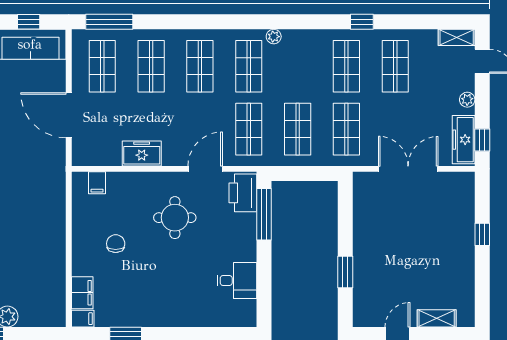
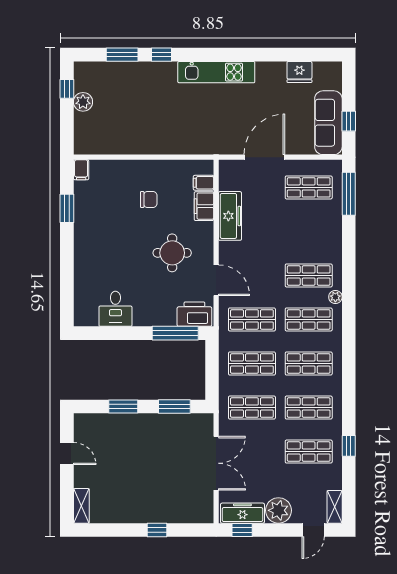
window: (362, 22) -> (349, 446), moved
plant: (274, 37) -> (335, 297), moved
shop shelf: (151, 66) -> (309, 363), moved
plant: (467, 100) -> (278, 510), width x1.87, depth x1.87
freezer: (142, 153) -> (230, 216), width x1.40
window: (345, 215) -> (174, 407), added
filing cabinet: (82, 293) -> (204, 206), moved, turned 90
shelving: (437, 318) -> (81, 506), moved

